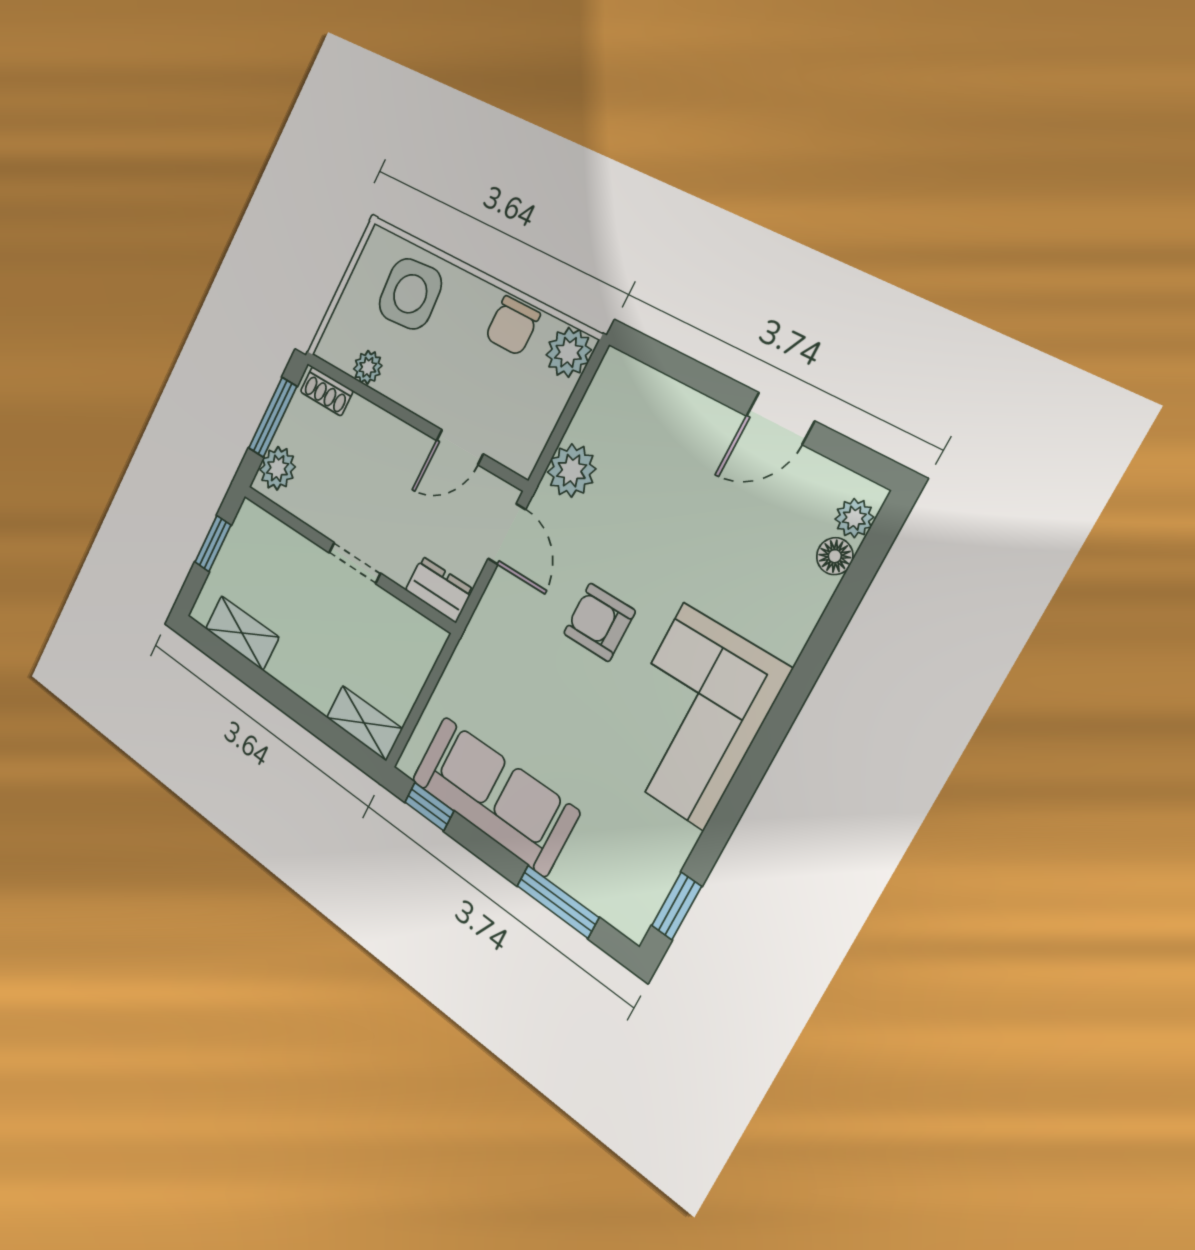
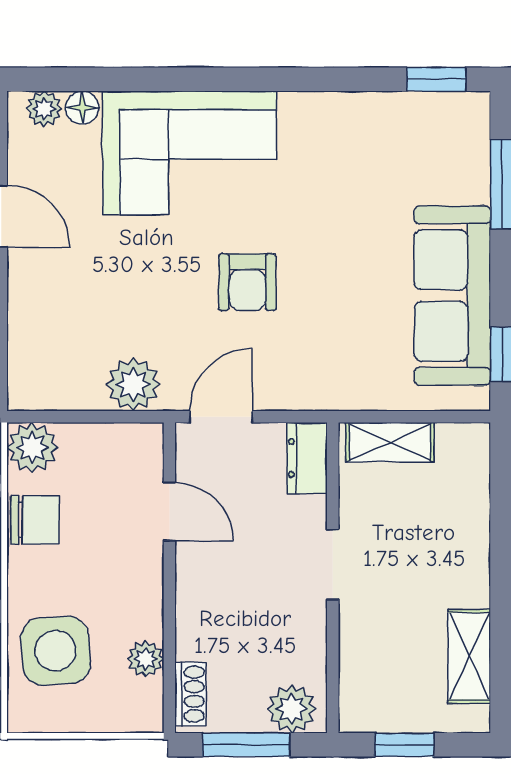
corner sofa: (694, 716) -> (189, 153), moved
shelving: (364, 723) -> (390, 442), moved, turned 90

